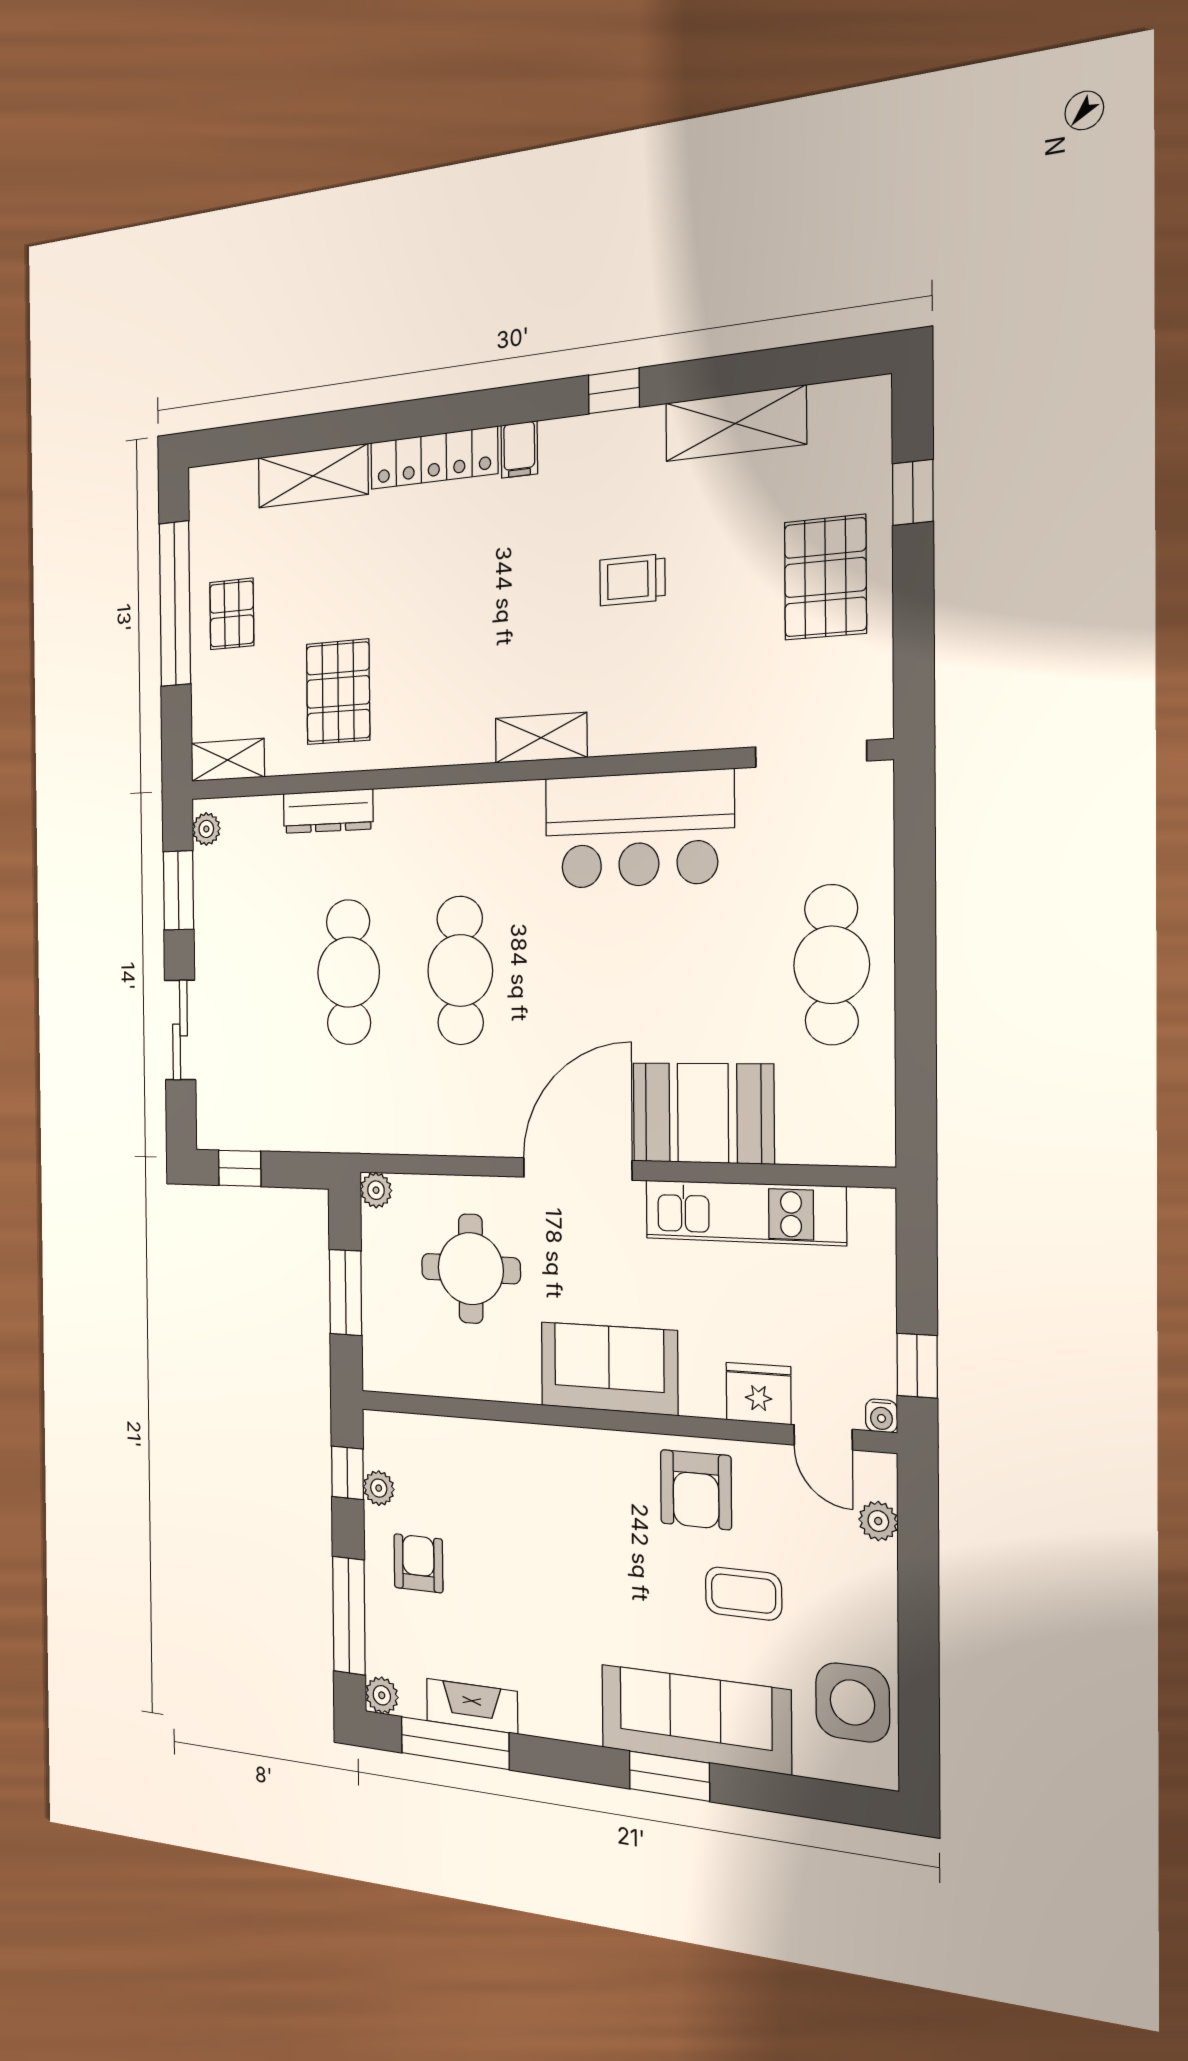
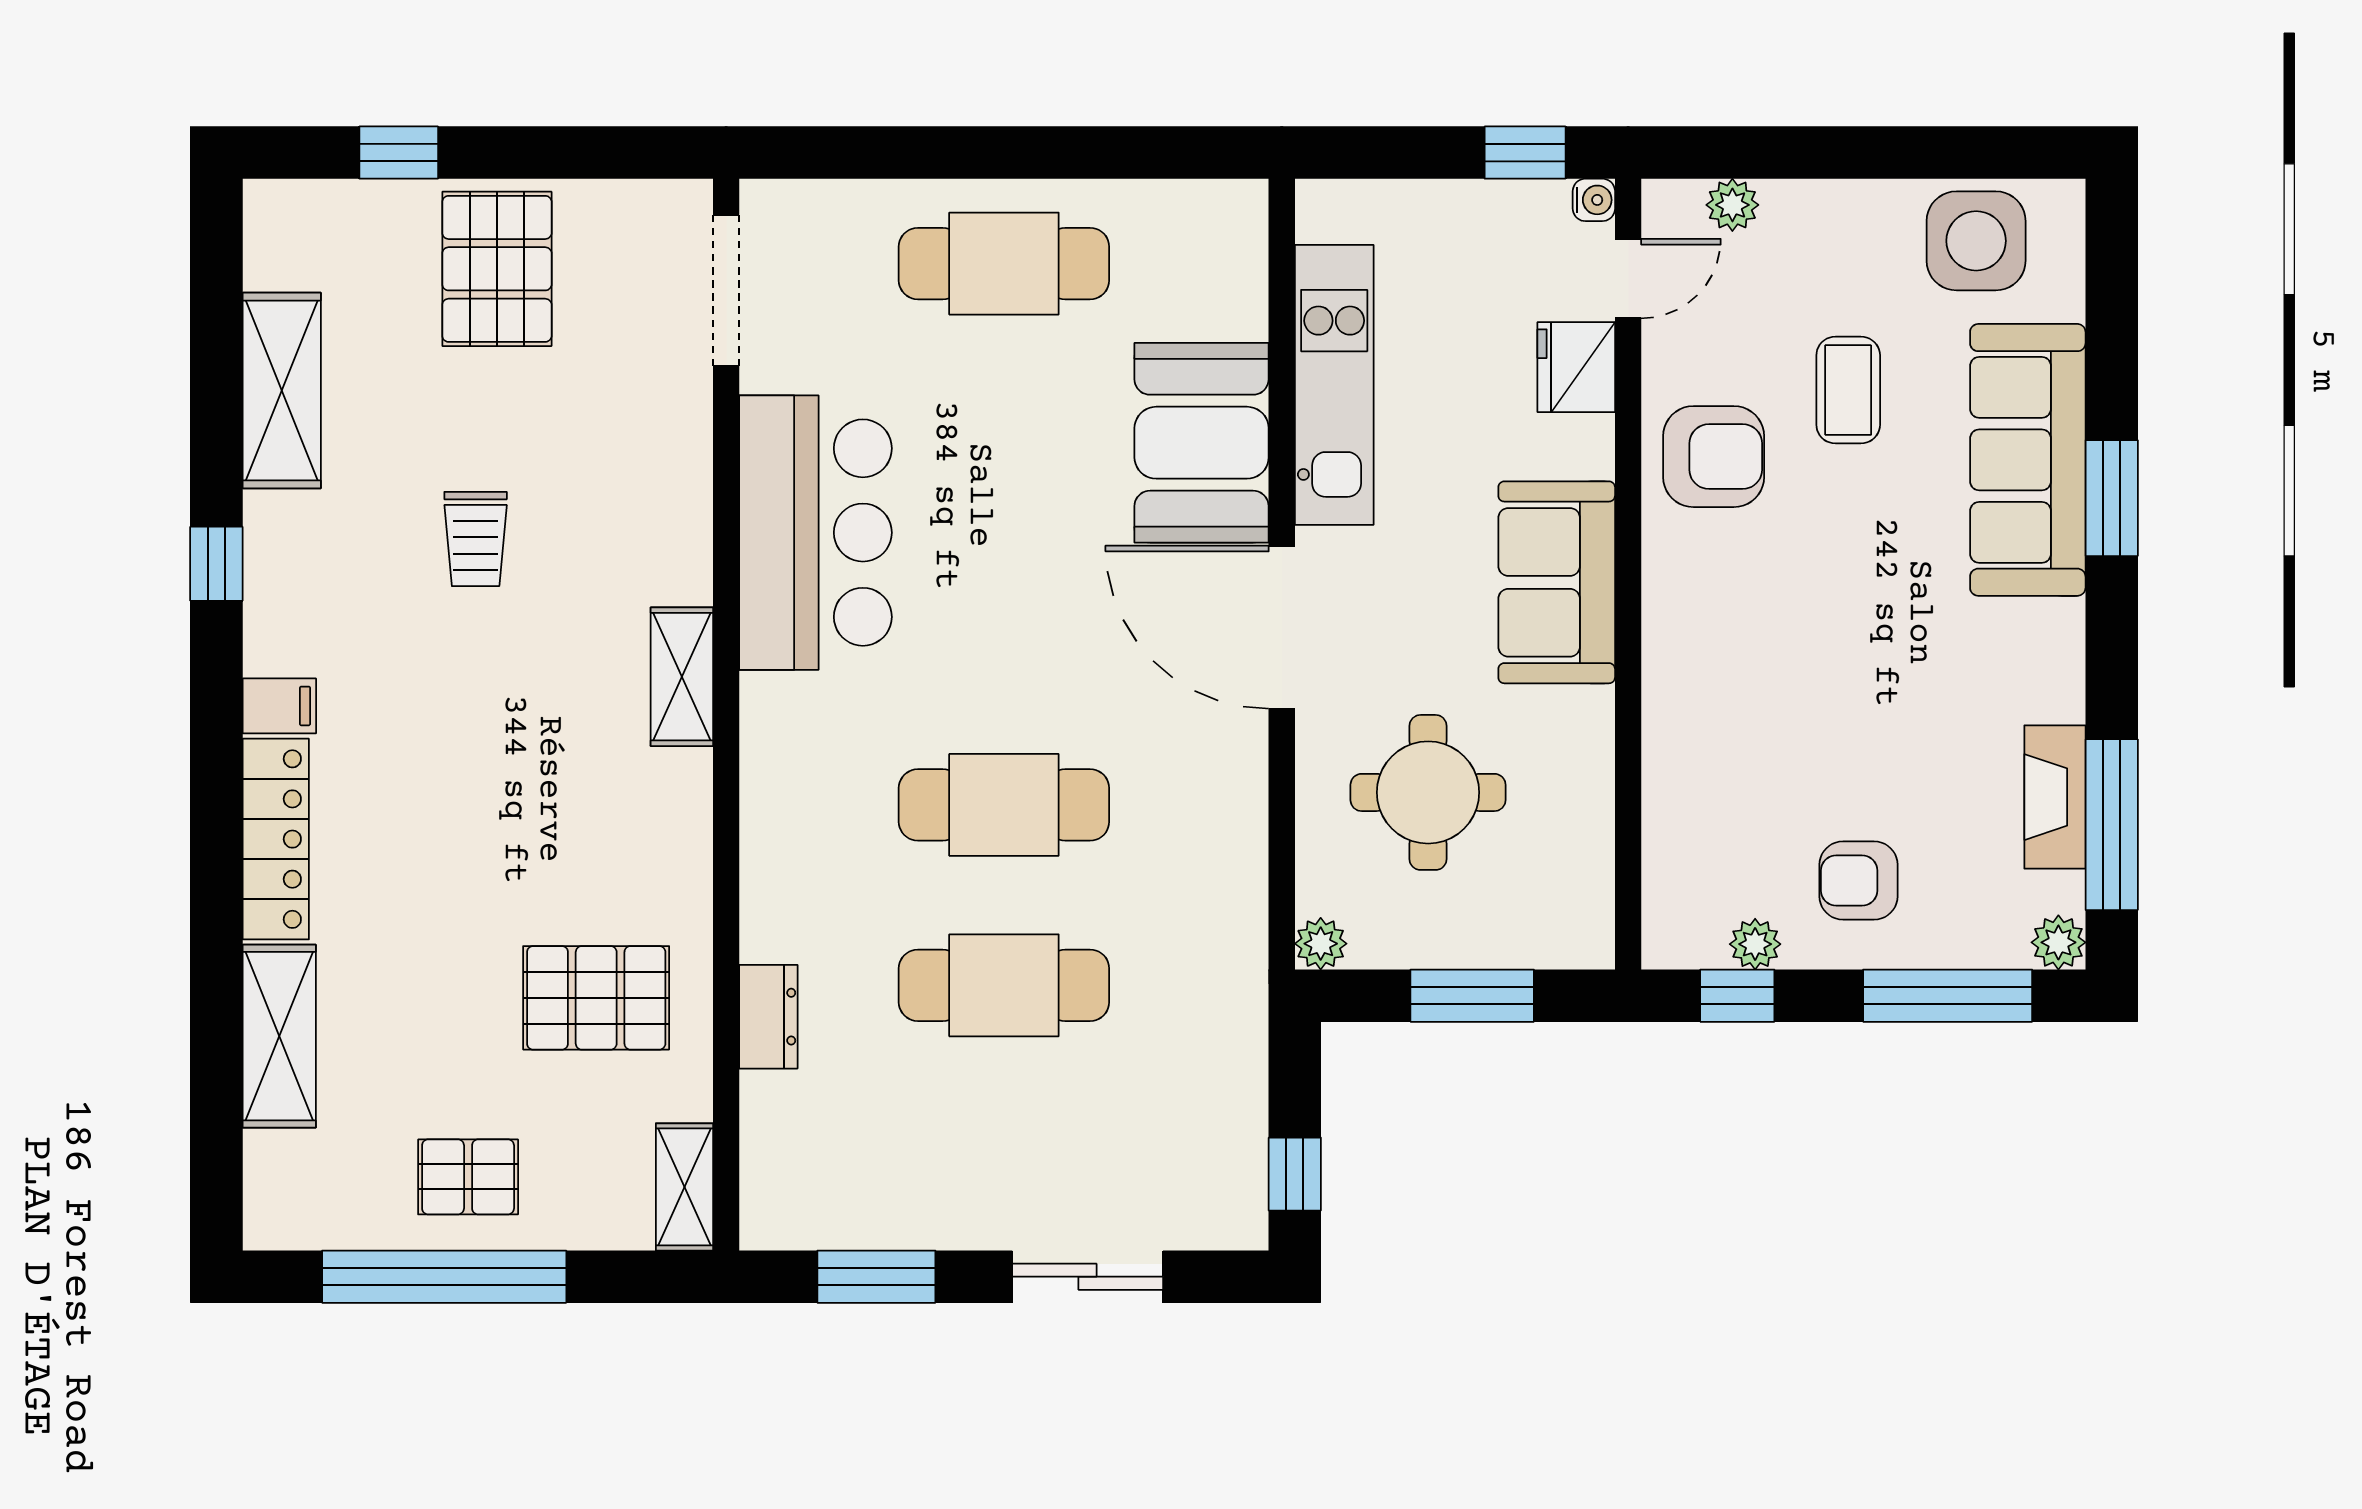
pallet: (825, 577) -> (497, 269), turned 90
dresser: (328, 811) -> (768, 1017), width x0.70
plant: (206, 829) -> (786, 1226), removed

